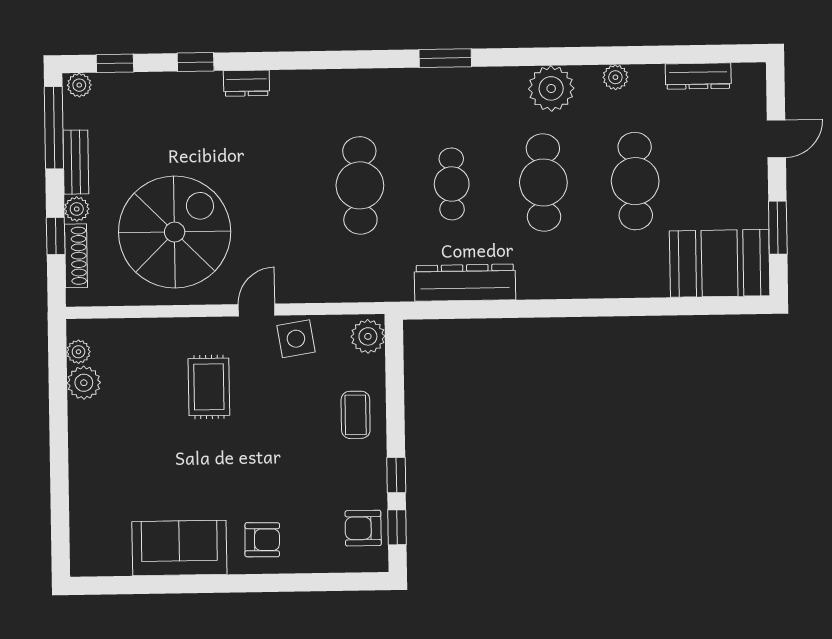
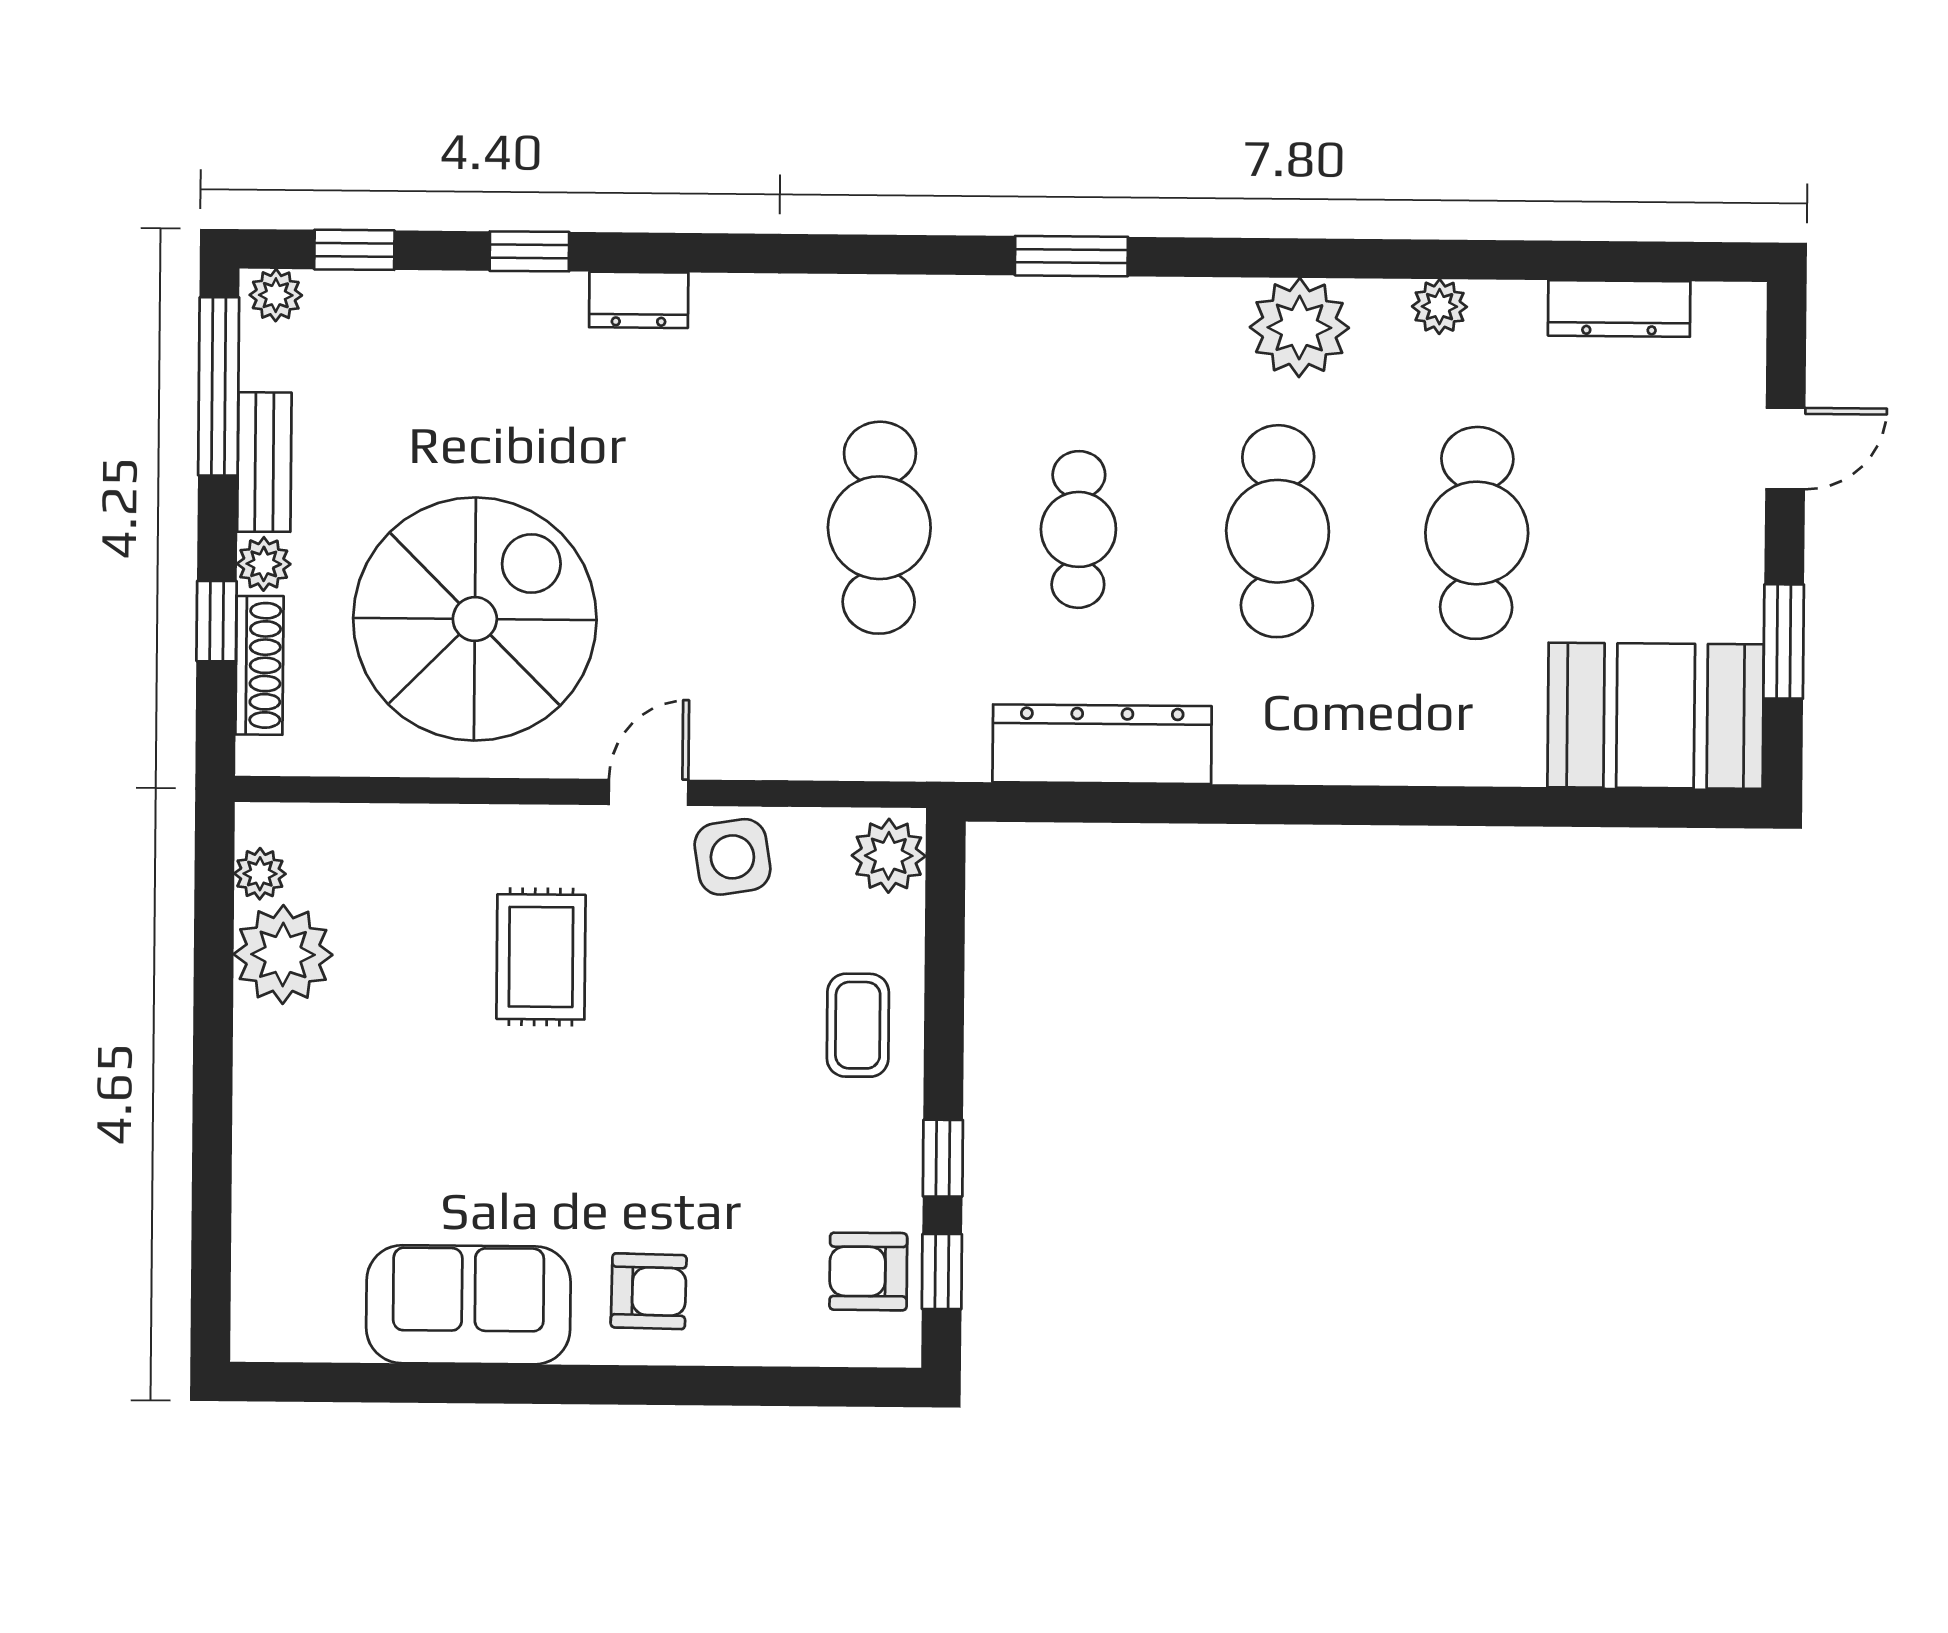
plant: (84, 383) -> (283, 954), width x1.36, depth x1.36

